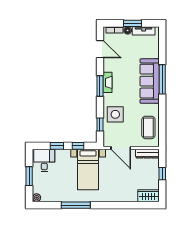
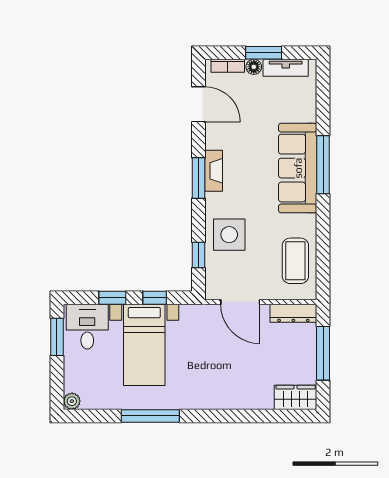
bed with nightstands: (88, 169) -> (144, 345), moved
window: (162, 174) -> (323, 353), width x2.17
window: (29, 176) -> (57, 337), moved

